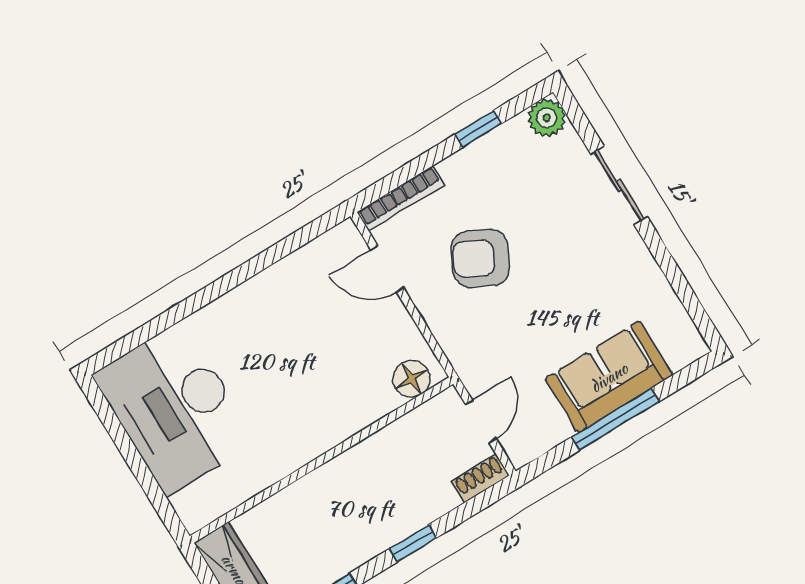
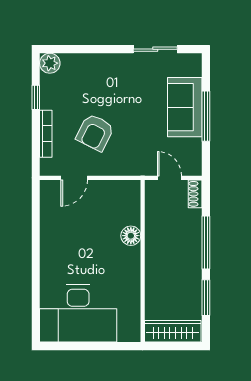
sliding door: (619, 185) -> (155, 49), moved
bookcase: (401, 198) -> (46, 134), moved
floor lamp: (412, 379) -> (131, 236), moved
window: (413, 543) -> (206, 242), width x2.17

